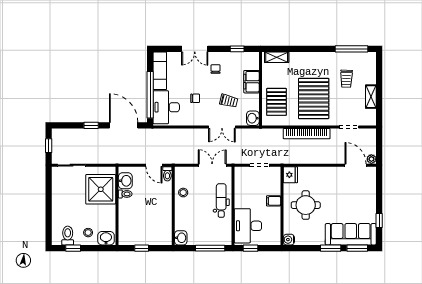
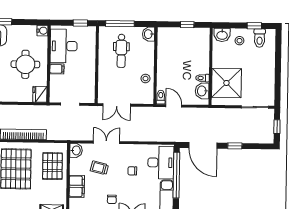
dental chair: (221, 200) -> (121, 51), moved
desk: (248, 226) -> (64, 46), moved, turned 180

